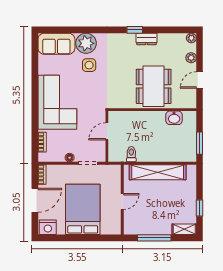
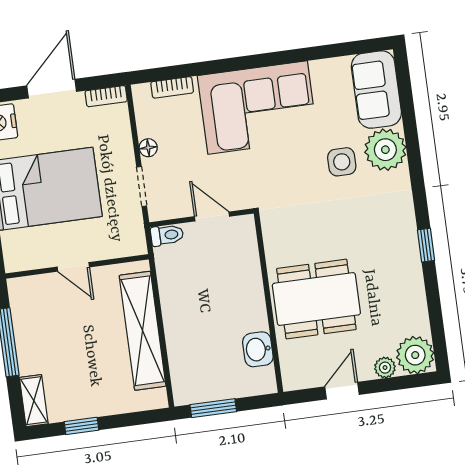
plant: (191, 38) -> (415, 355), width x1.87, depth x1.87
dresser: (147, 39) -> (411, 272), removed
door: (199, 80) -> (342, 391), hinge flipped
toilet: (131, 154) -> (167, 235), moved
door: (35, 200) -> (52, 89), swing flipped

